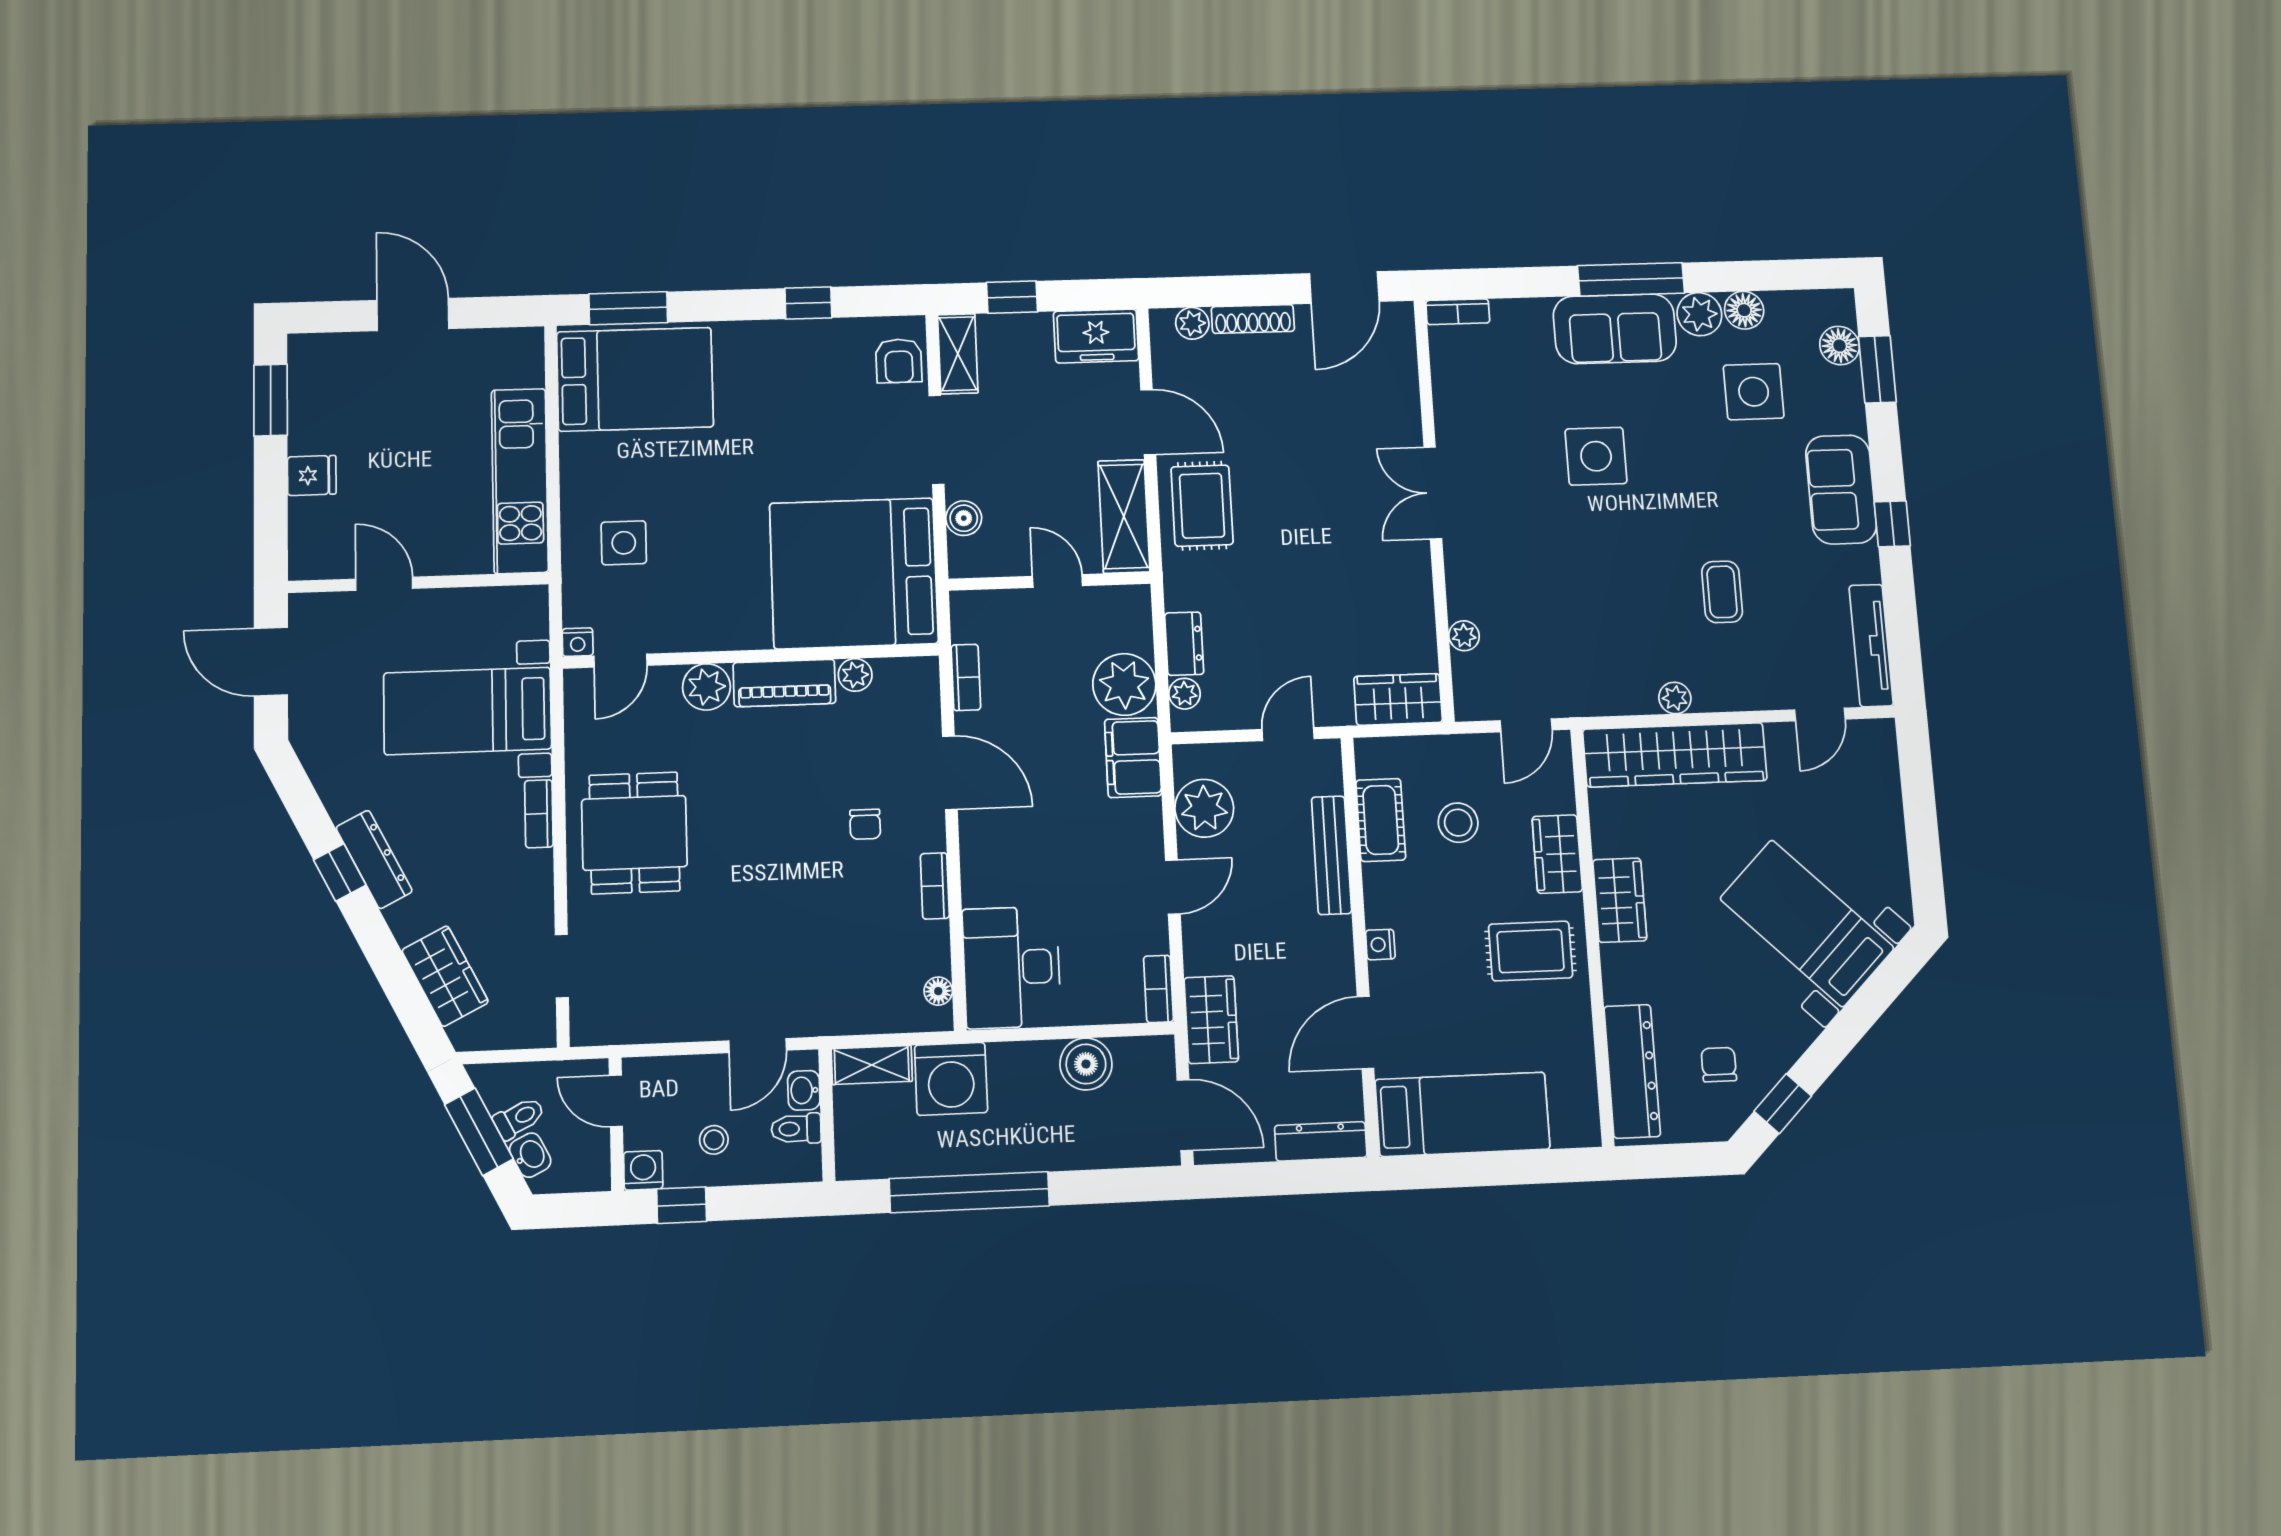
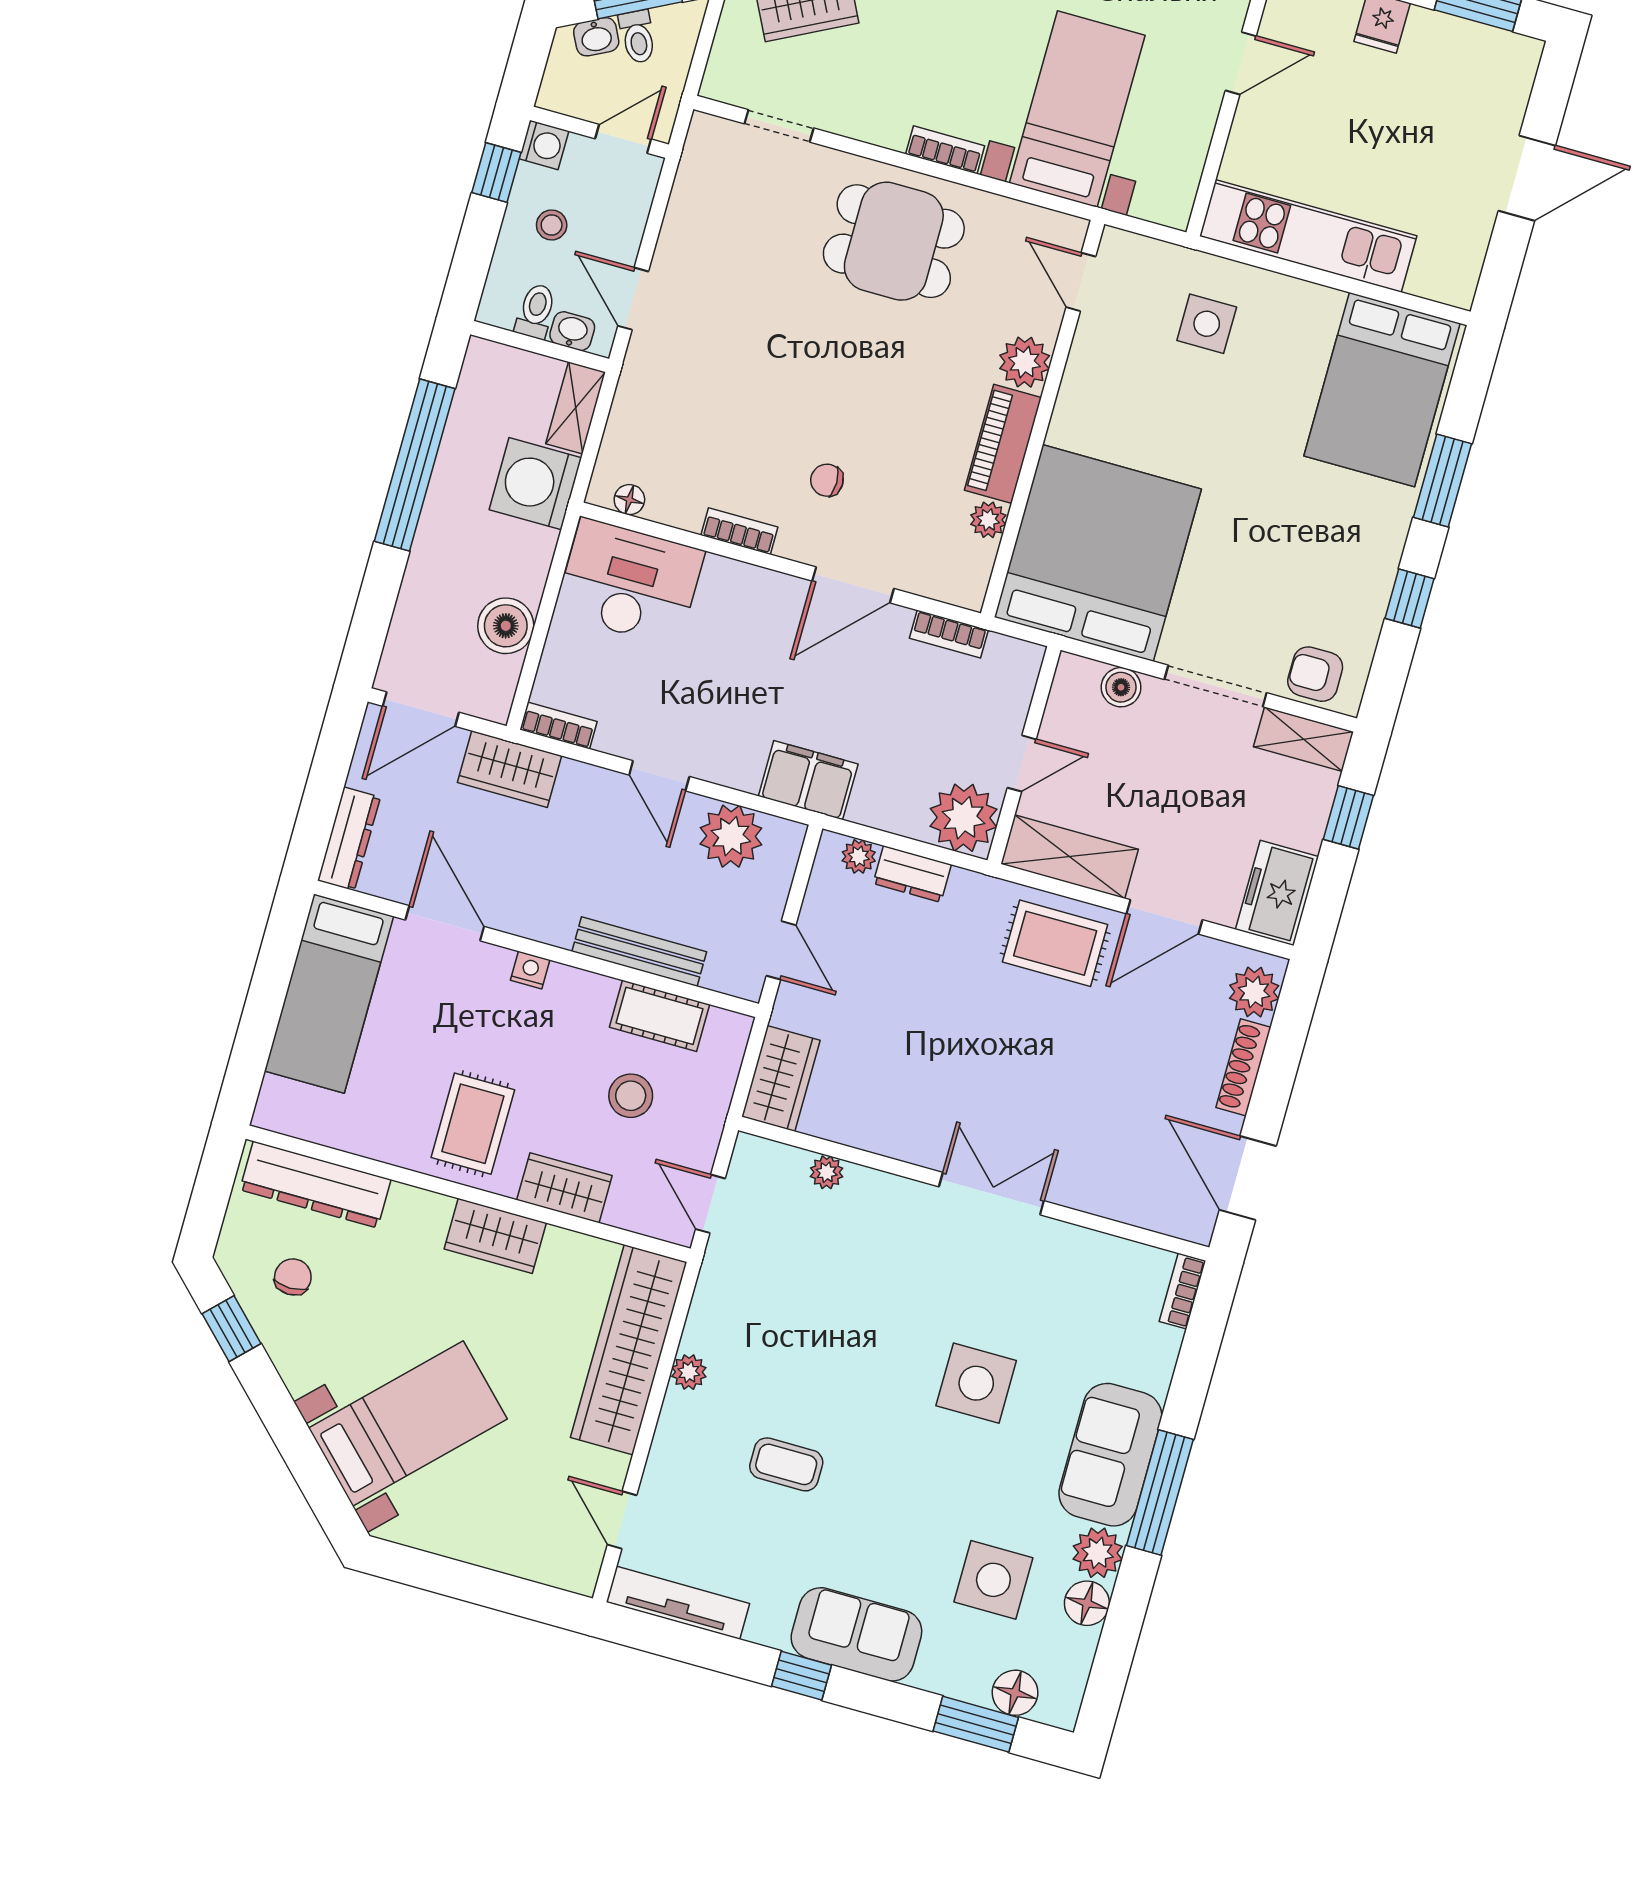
window: (628, 308) -> (1442, 480), moved
plant: (1192, 323) -> (1254, 992), width x1.38, depth x1.38
nightstand: (578, 642) -> (1115, 244), removed
plant: (1124, 684) -> (964, 818), moved
chair: (1719, 1065) -> (293, 1277), turned -90

